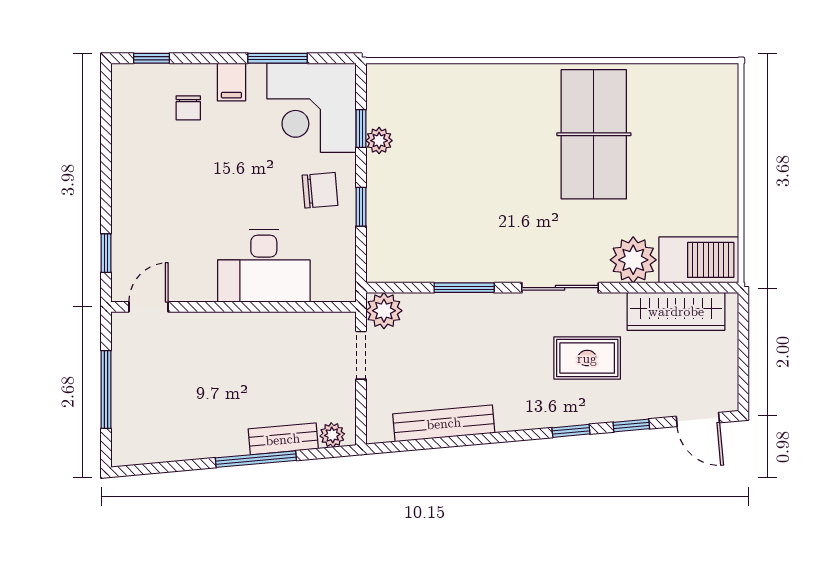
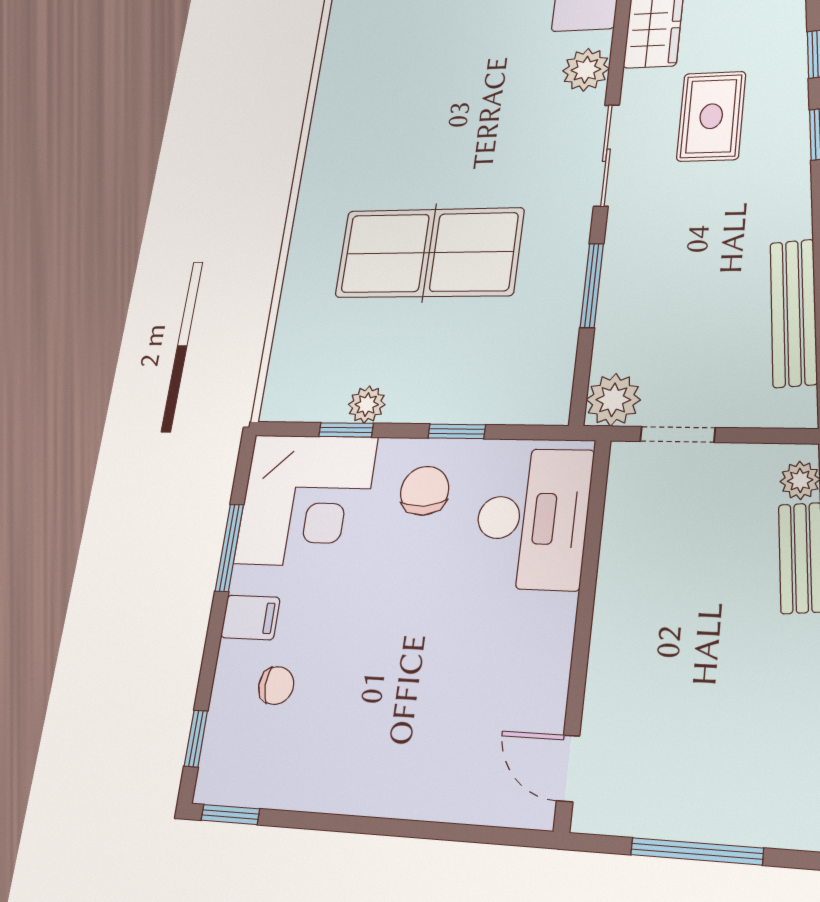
table tennis table: (594, 134) -> (429, 253), moved
window: (106, 253) -> (230, 815), moved
plant: (633, 260) -> (586, 70), width x0.73, depth x0.73
desk: (264, 266) -> (532, 518), moved

